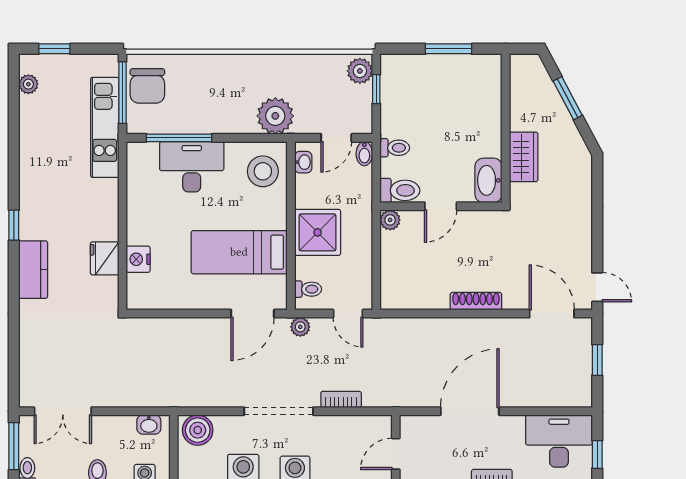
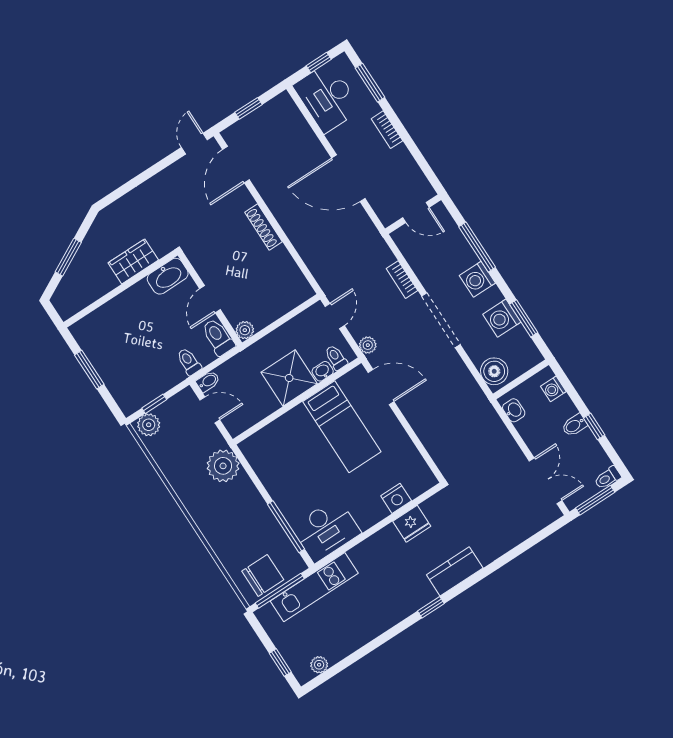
washbasin: (303, 162) -> (323, 371), moved
desk: (192, 167) -> (326, 530), moved, turned -90
stool: (263, 171) -> (270, 448), removed
door: (441, 206) -> (210, 299), swing flipped

